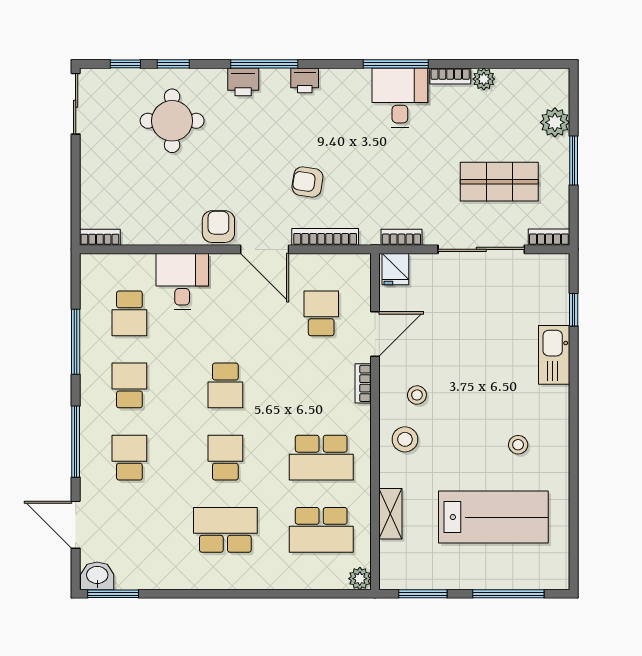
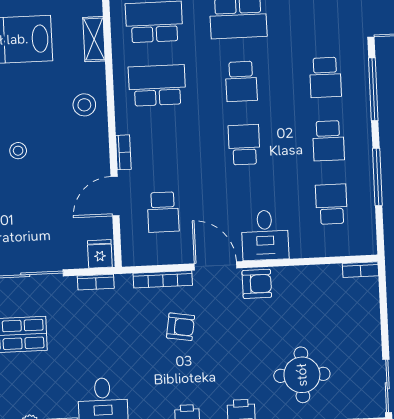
armchair: (218, 227) -> (257, 284), turned -90
desk: (182, 282) -> (265, 235), moved
stool: (417, 395) -> (18, 151), moved

